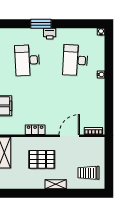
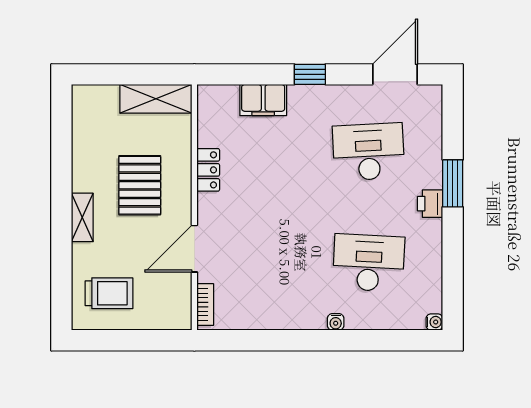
door: (69, 136) -> (194, 249), swing flipped
trolley: (89, 173) -> (109, 293), turned 90

